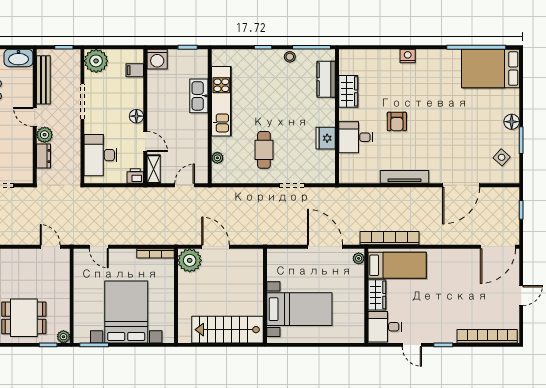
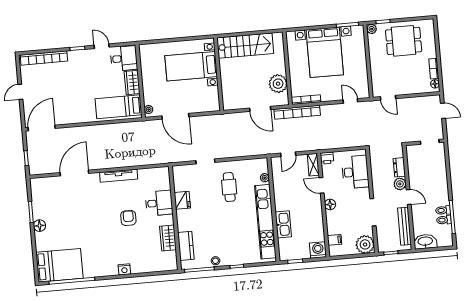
kitchen unit: (221, 101) -> (265, 222), width x1.36
side table: (502, 157) -> (45, 197), removed
bookcase: (390, 238) -> (297, 112), moved
plant: (190, 260) -> (278, 84), moved

